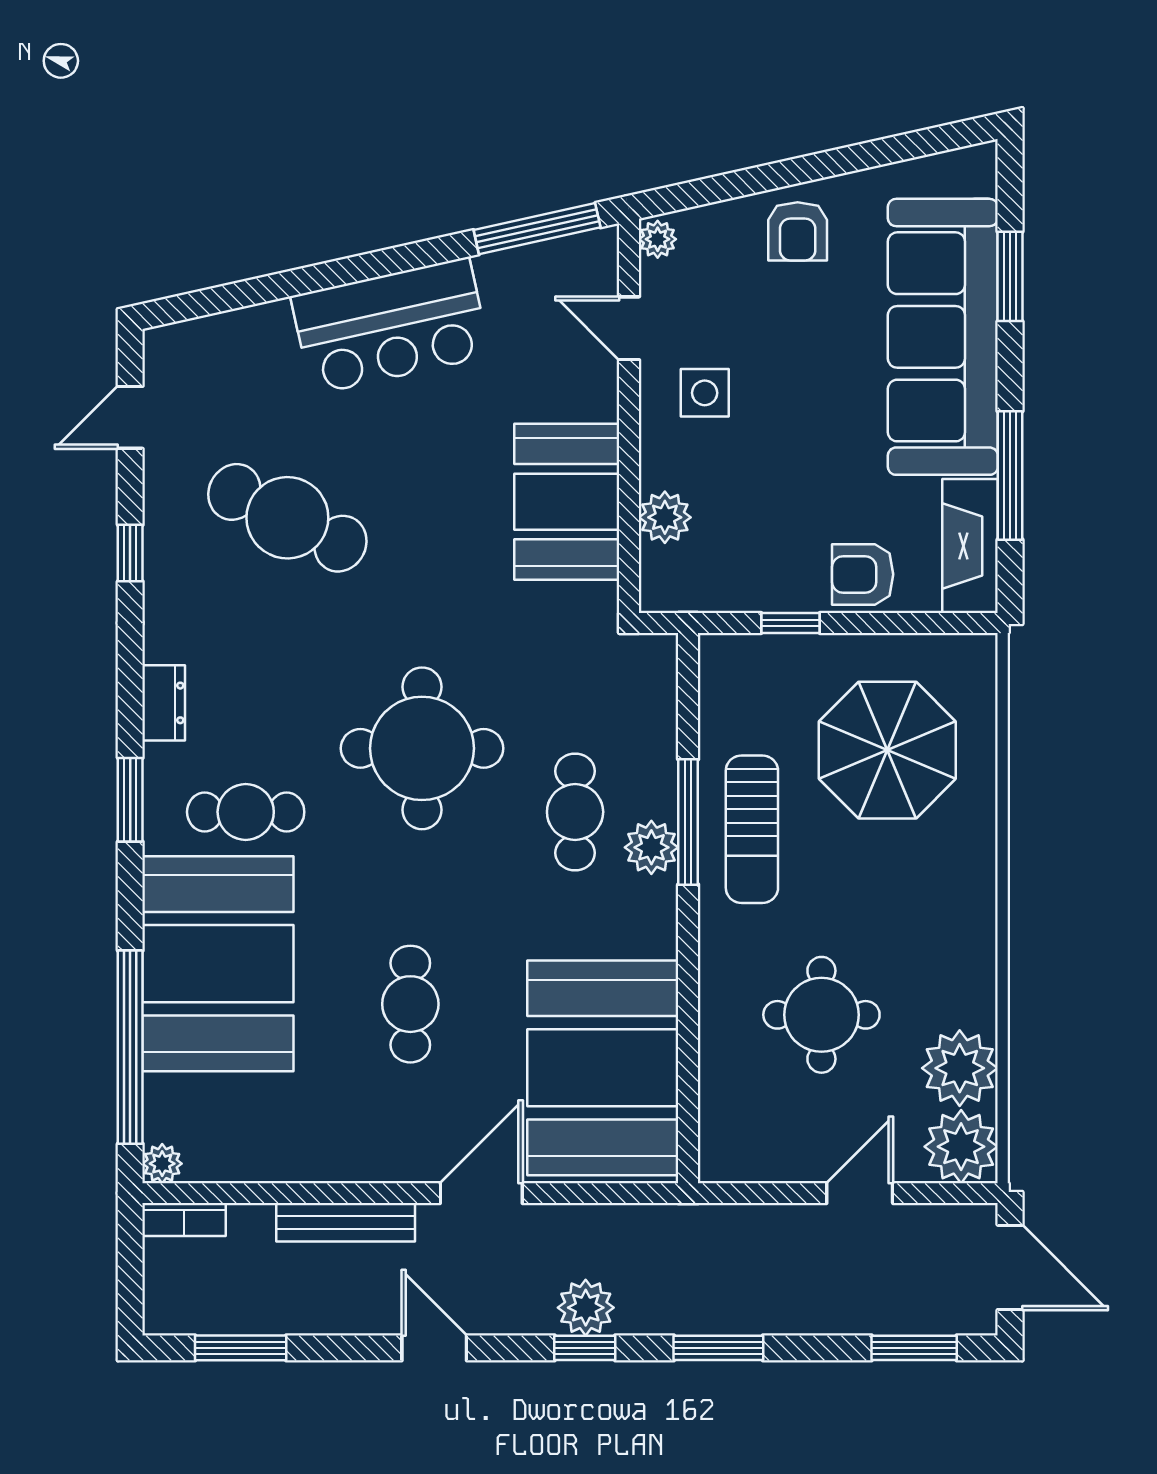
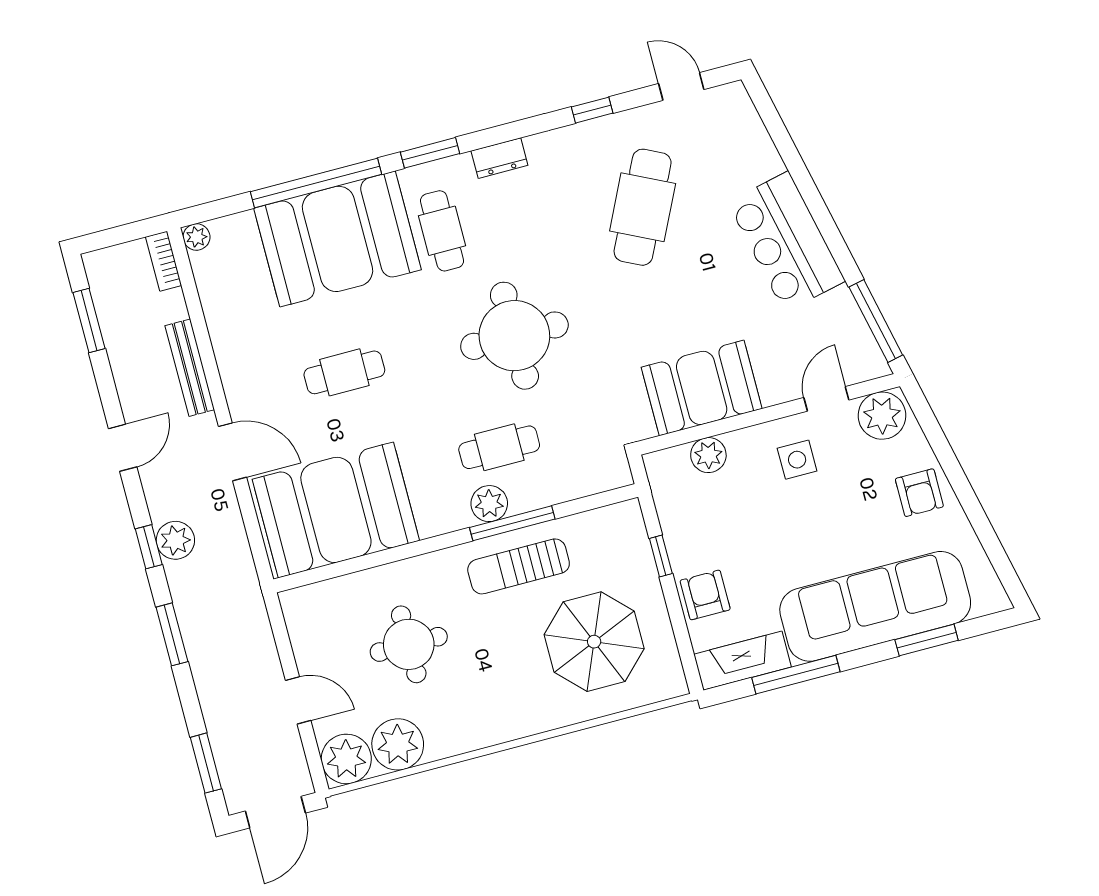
armchair: (798, 231) -> (919, 493), turned -90
plant: (658, 239) -> (882, 416), width x1.88, depth x1.88
window: (130, 1047) -> (316, 183), moved

